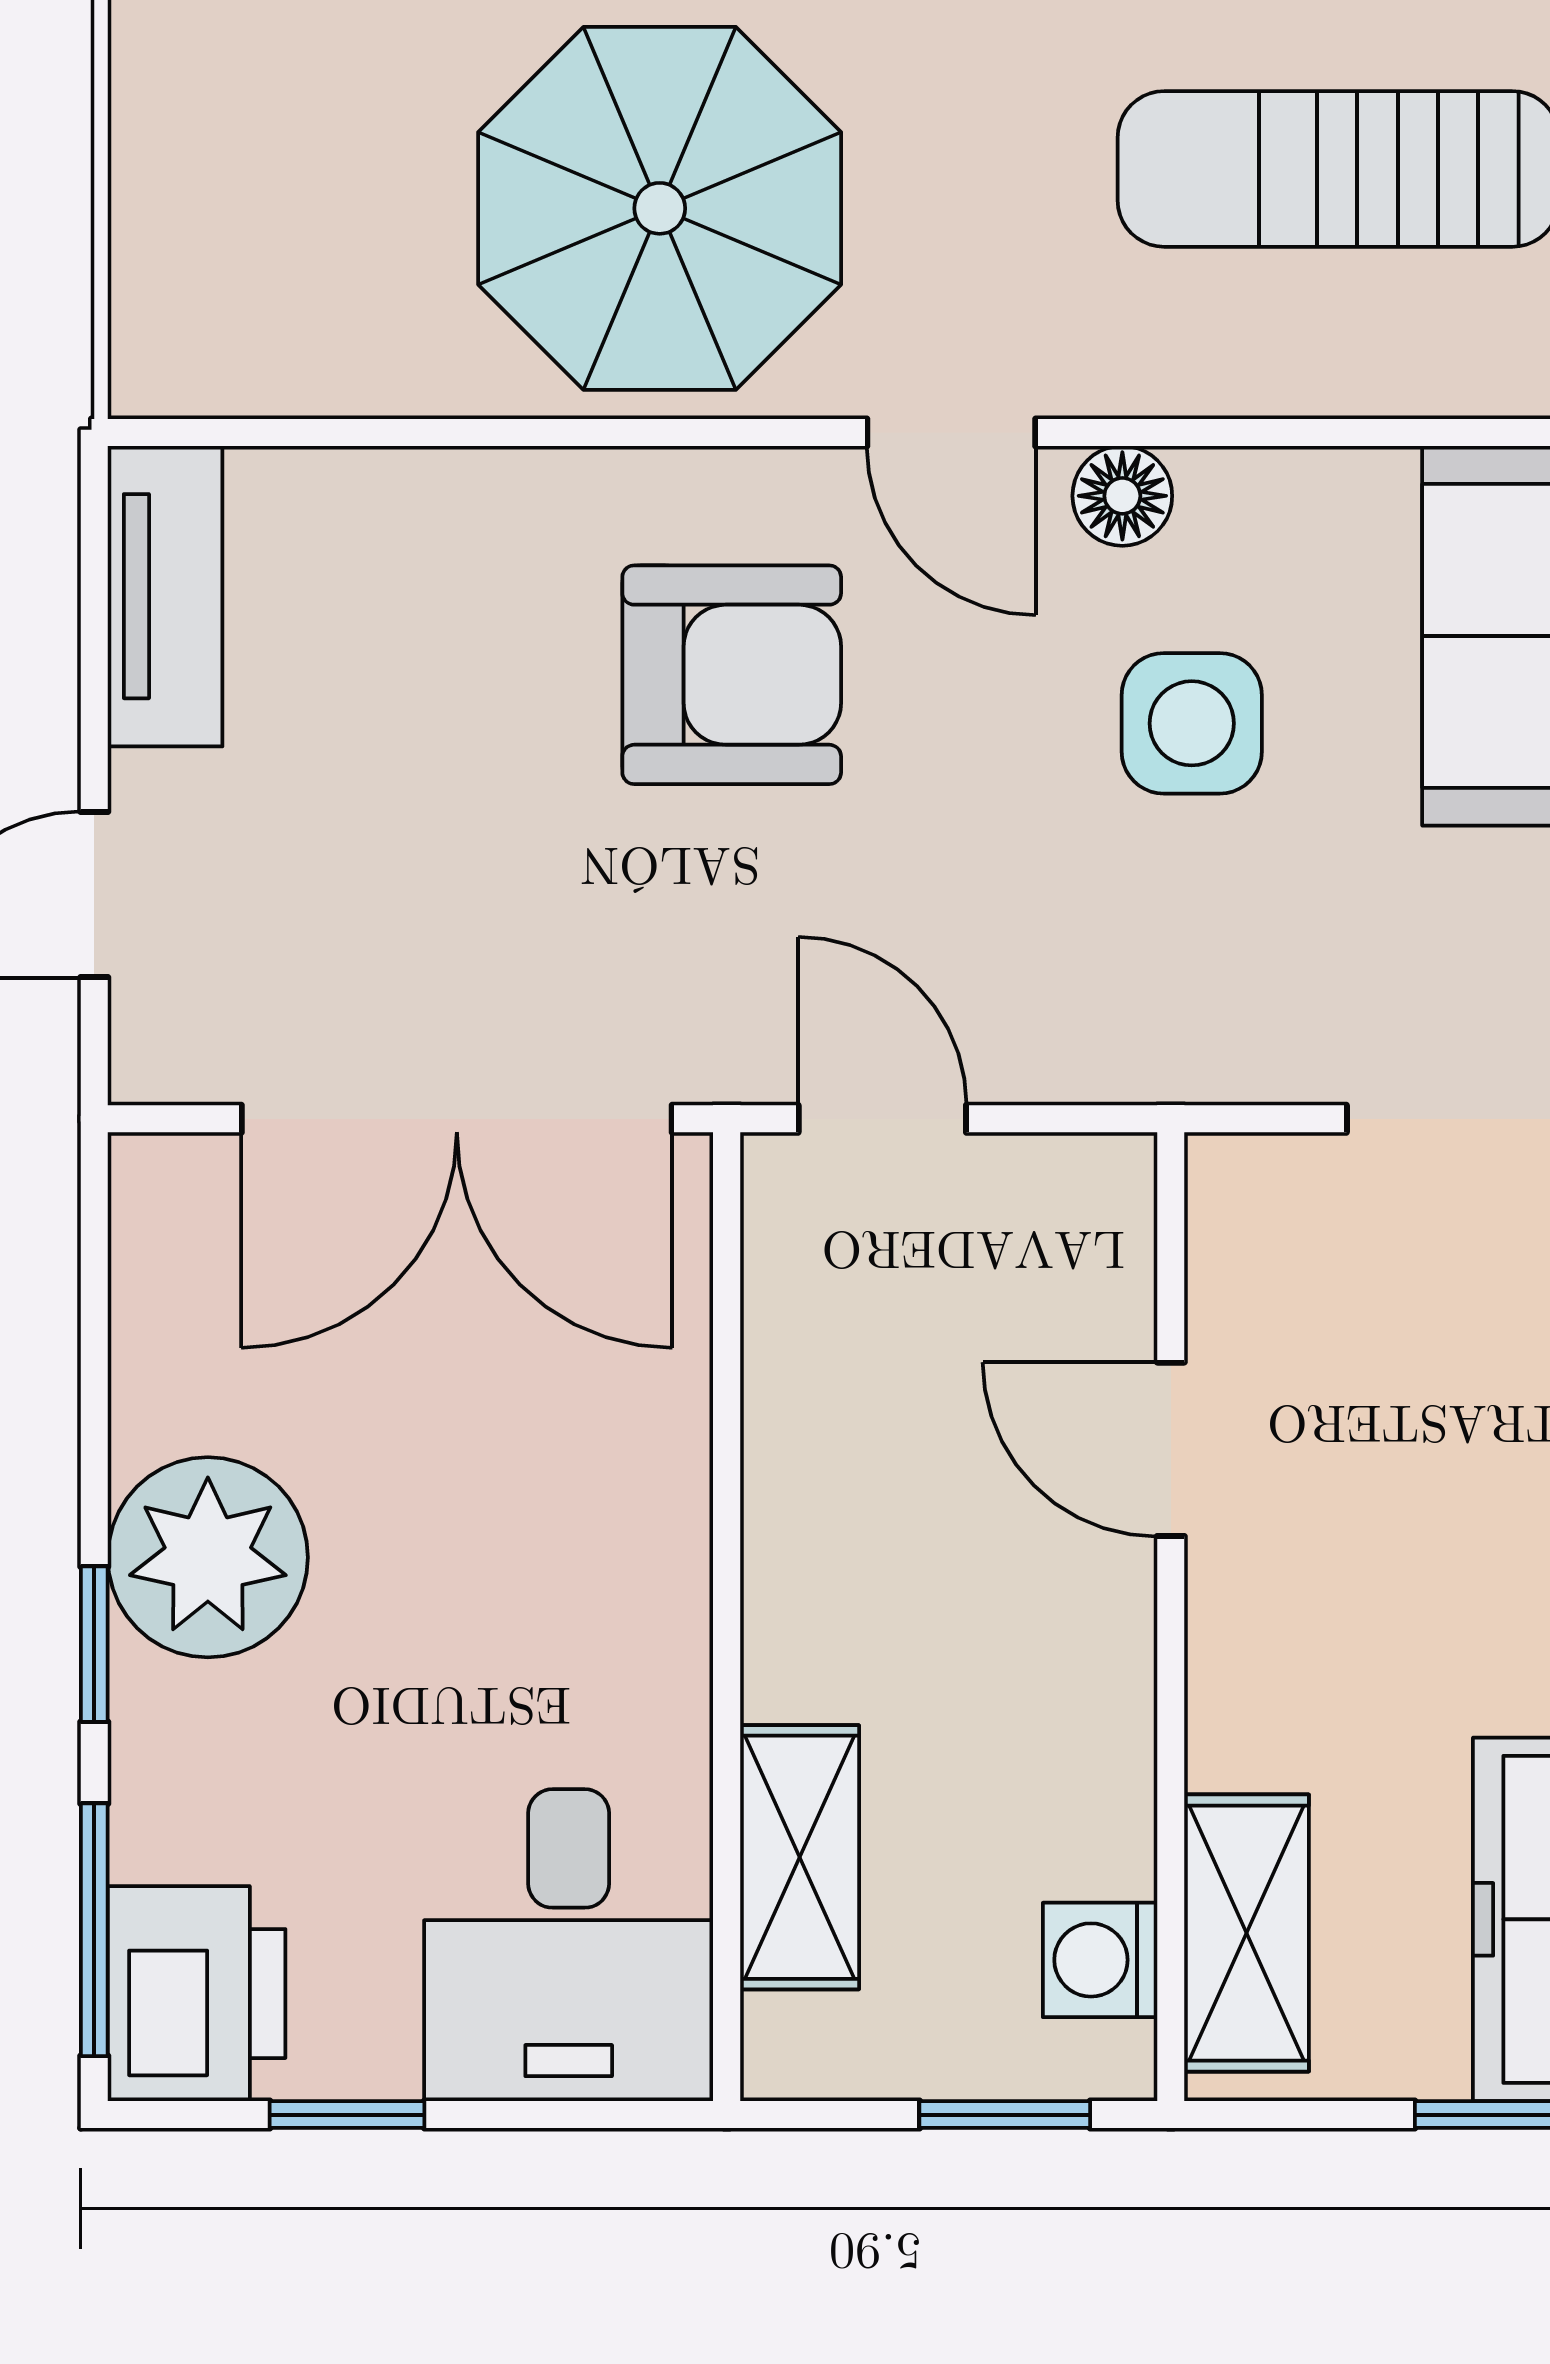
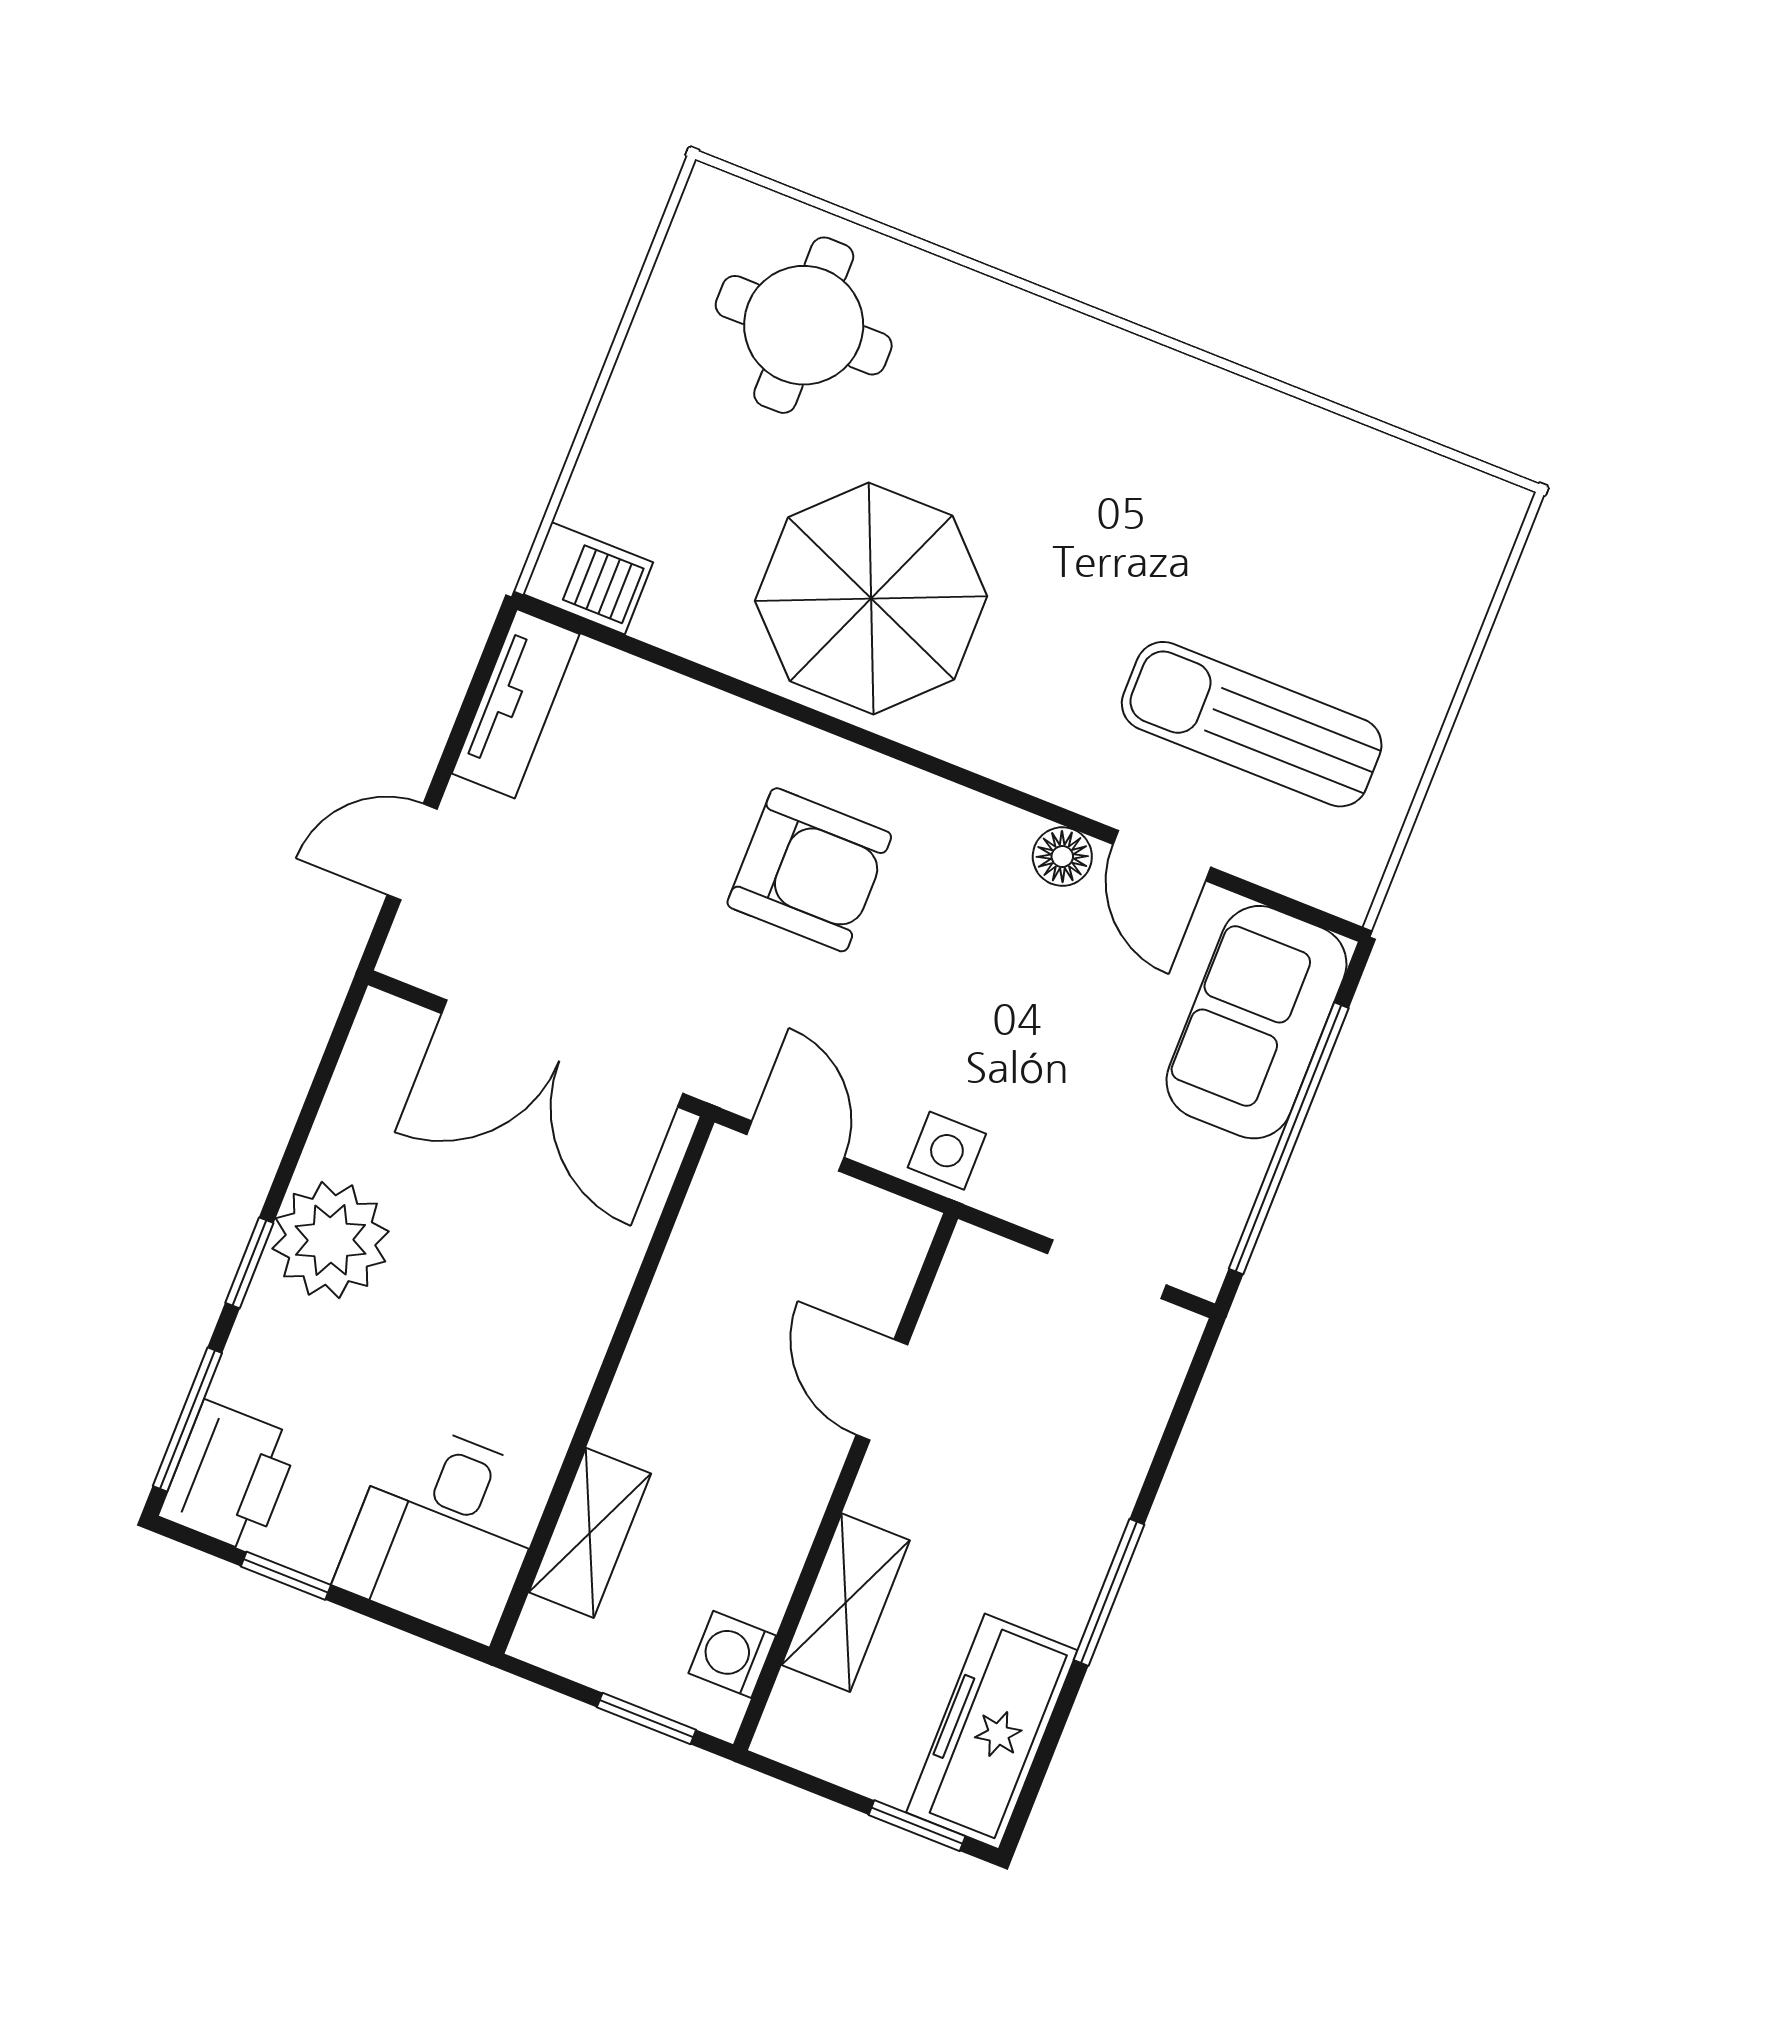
barbecue: (201, 353) -> (588, 578), added
door: (951, 432) -> (1162, 856), moved
side table: (1192, 723) -> (947, 1151), moved, width x0.73, depth x0.73
shelving: (1247, 1933) -> (846, 1603), moved

